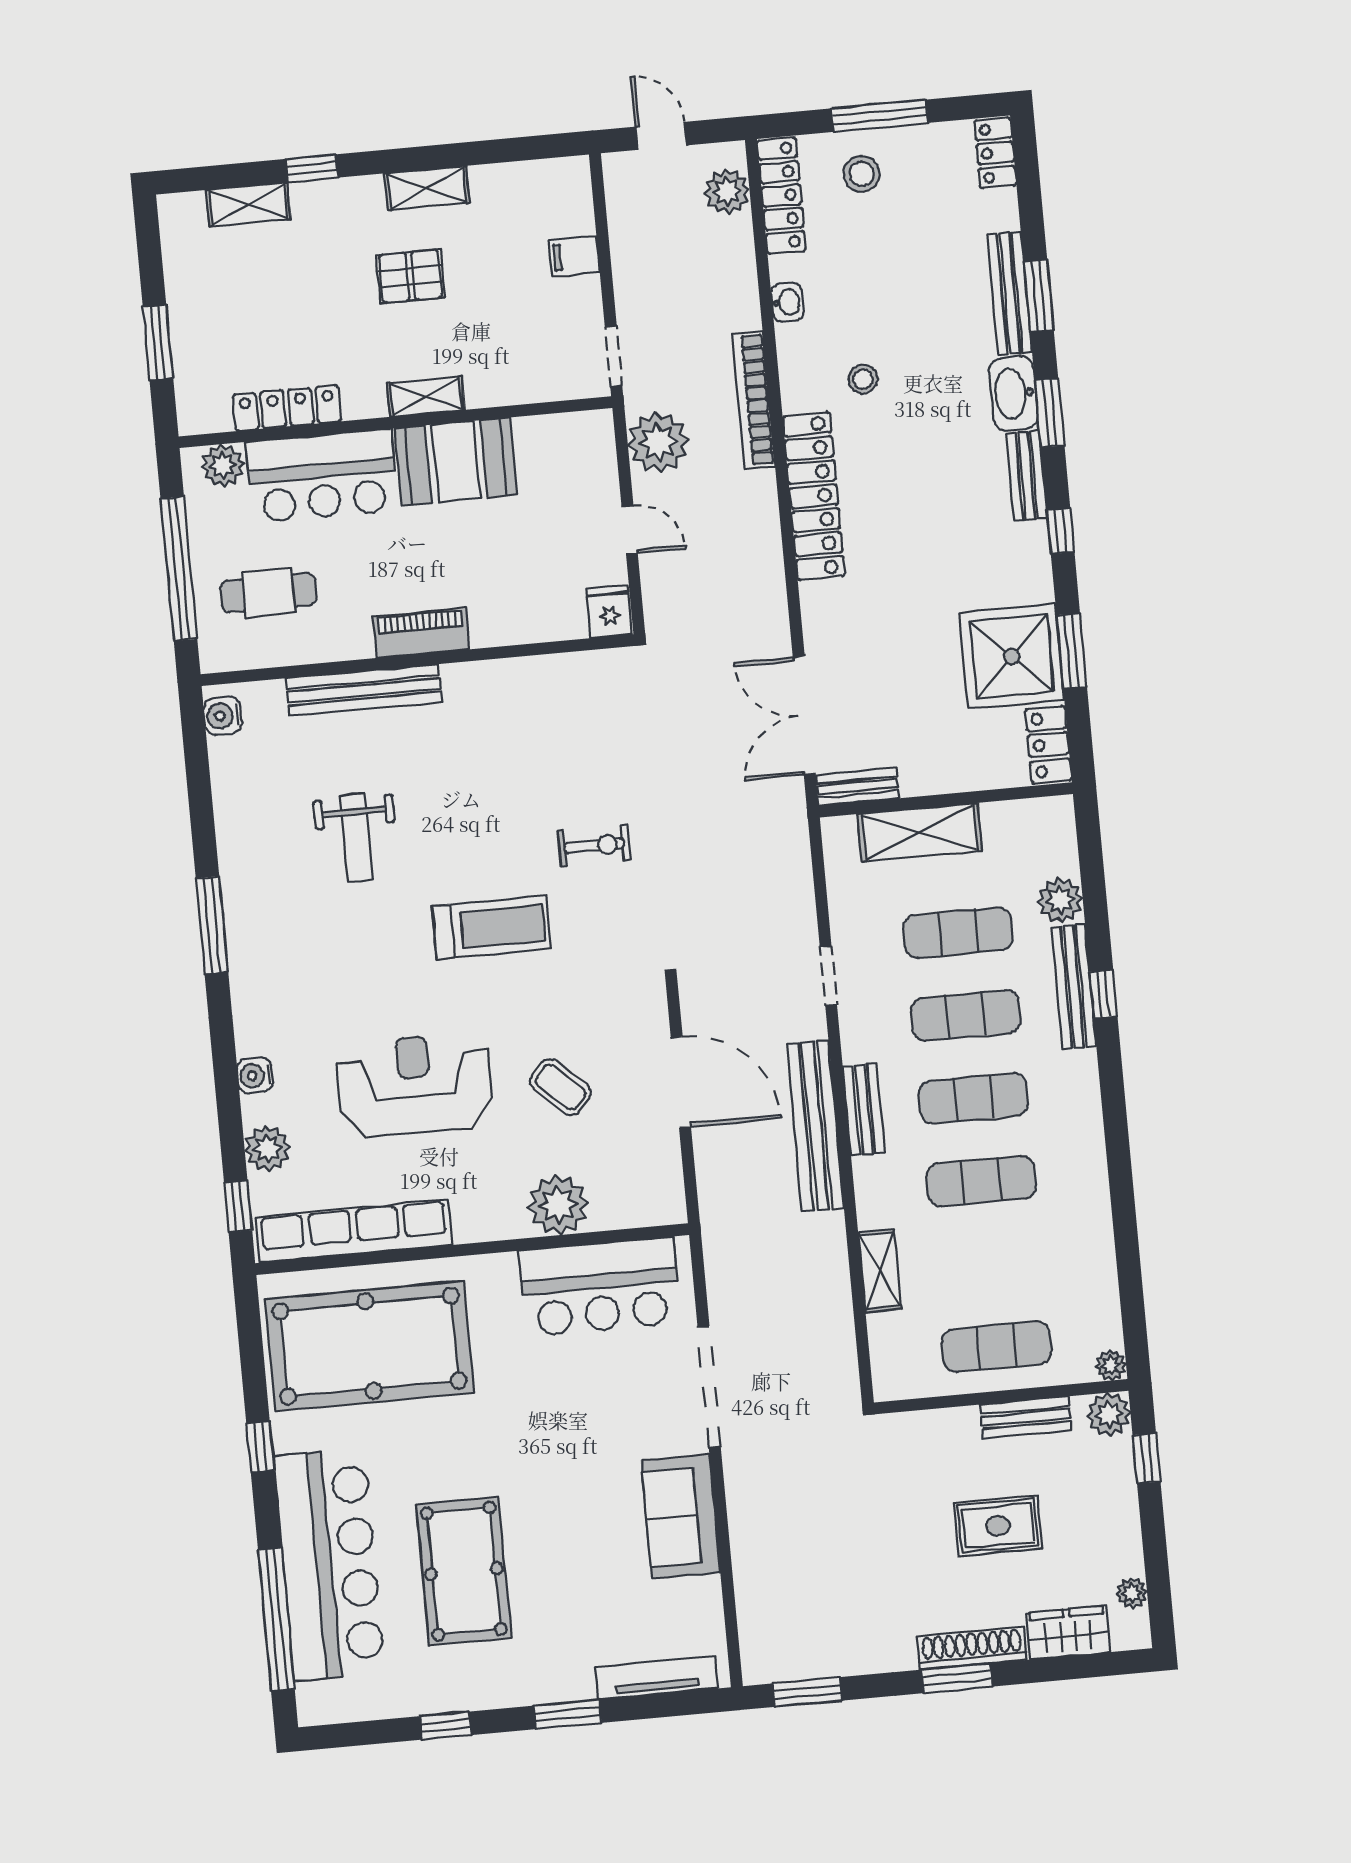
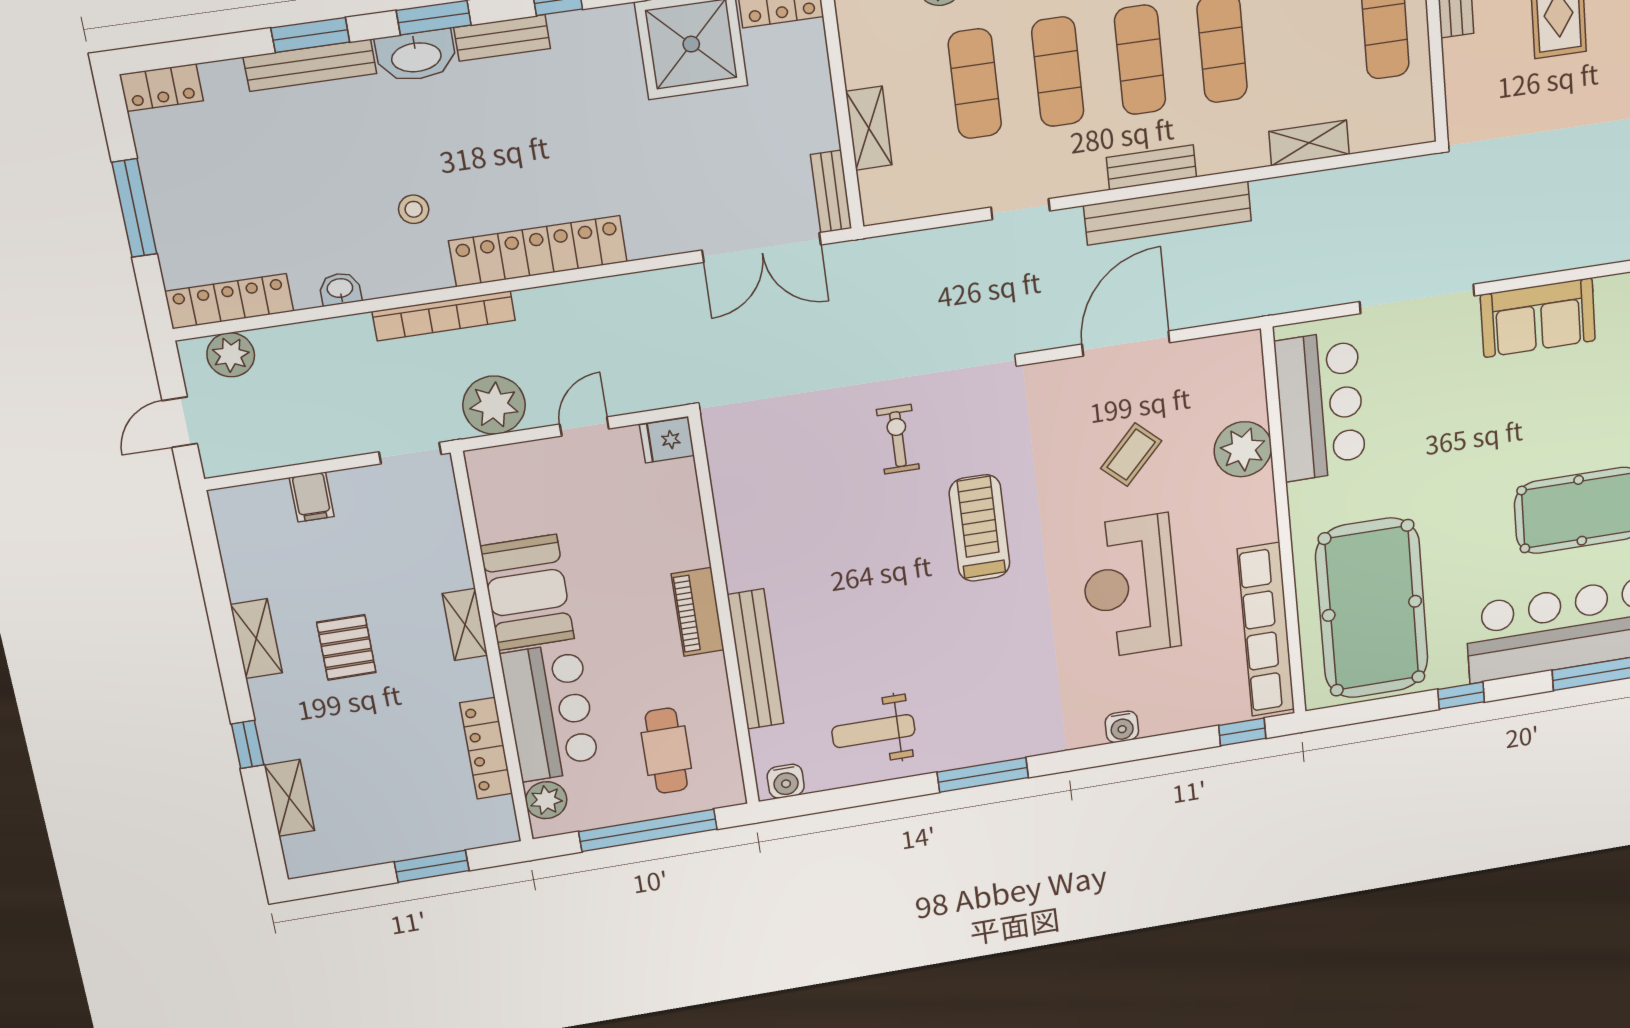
stool: (862, 174) -> (198, 223), removed
shelving: (920, 833) -> (869, 128), width x0.67, depth x0.75
weight bench: (356, 838) -> (873, 731), moved, turned 180
plant: (267, 1148) -> (1189, 711), removed

